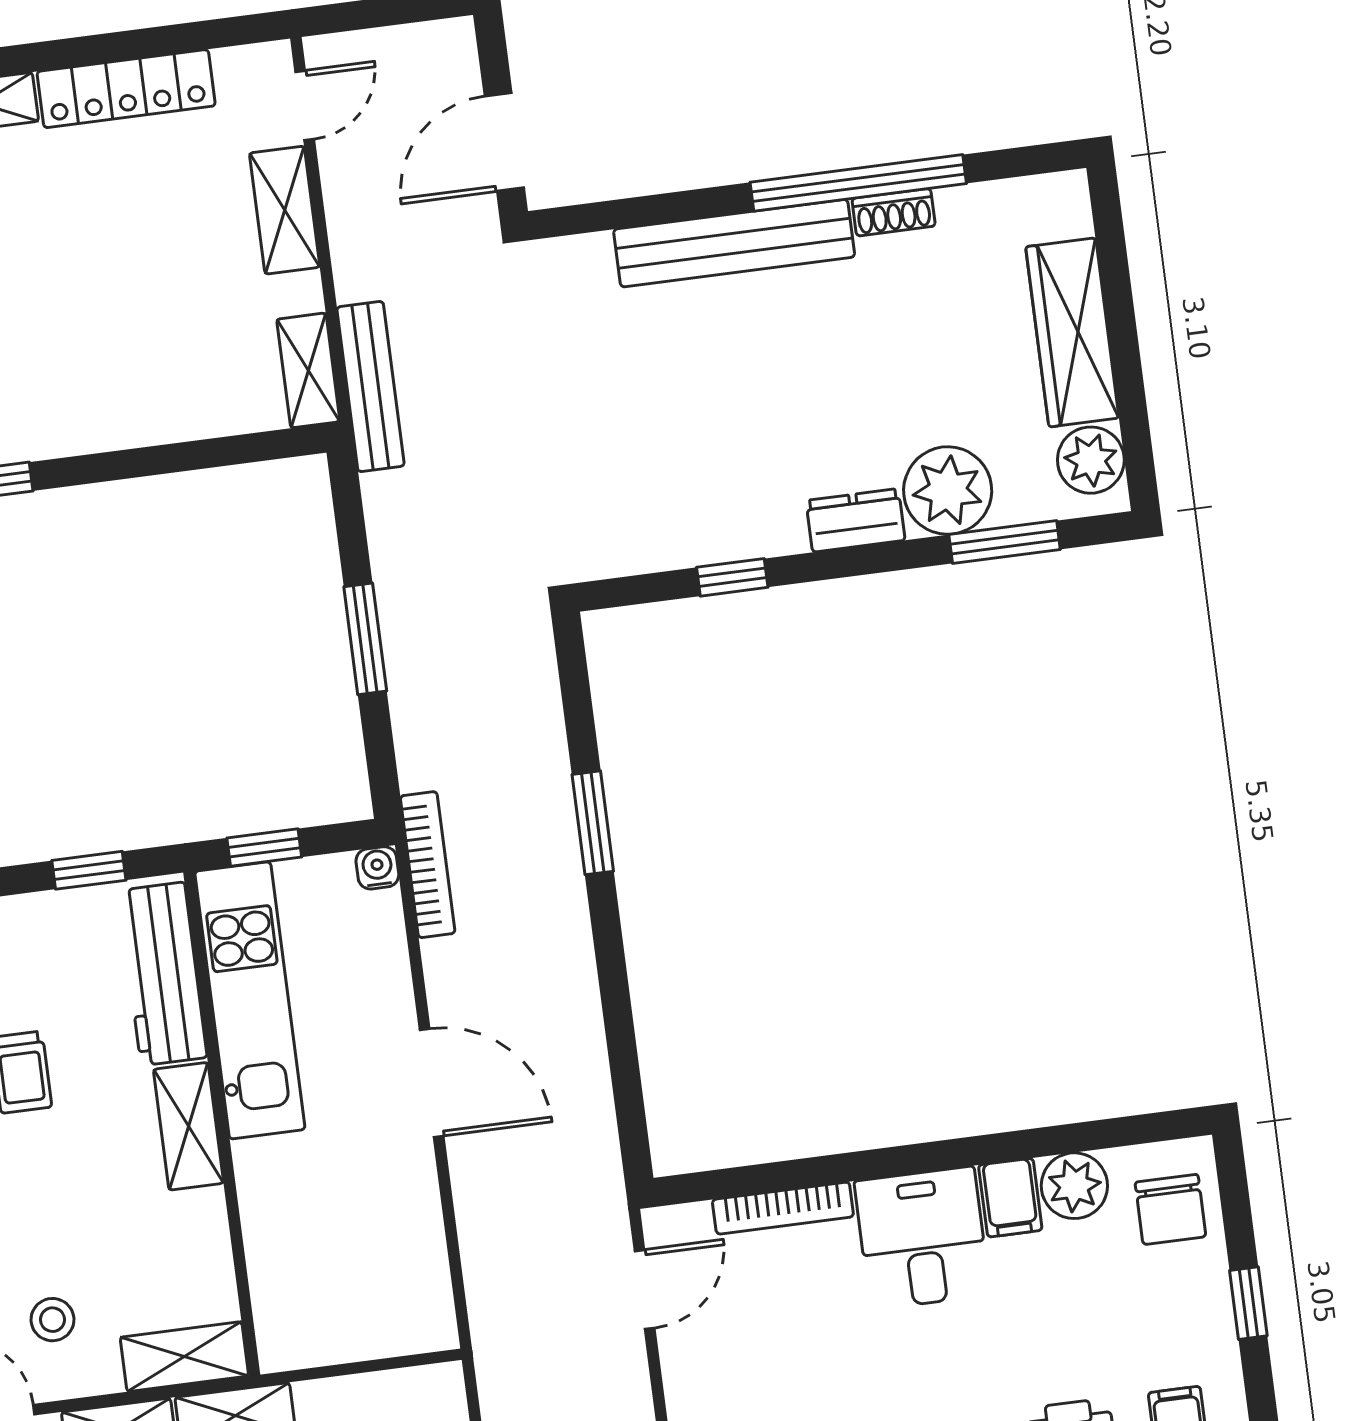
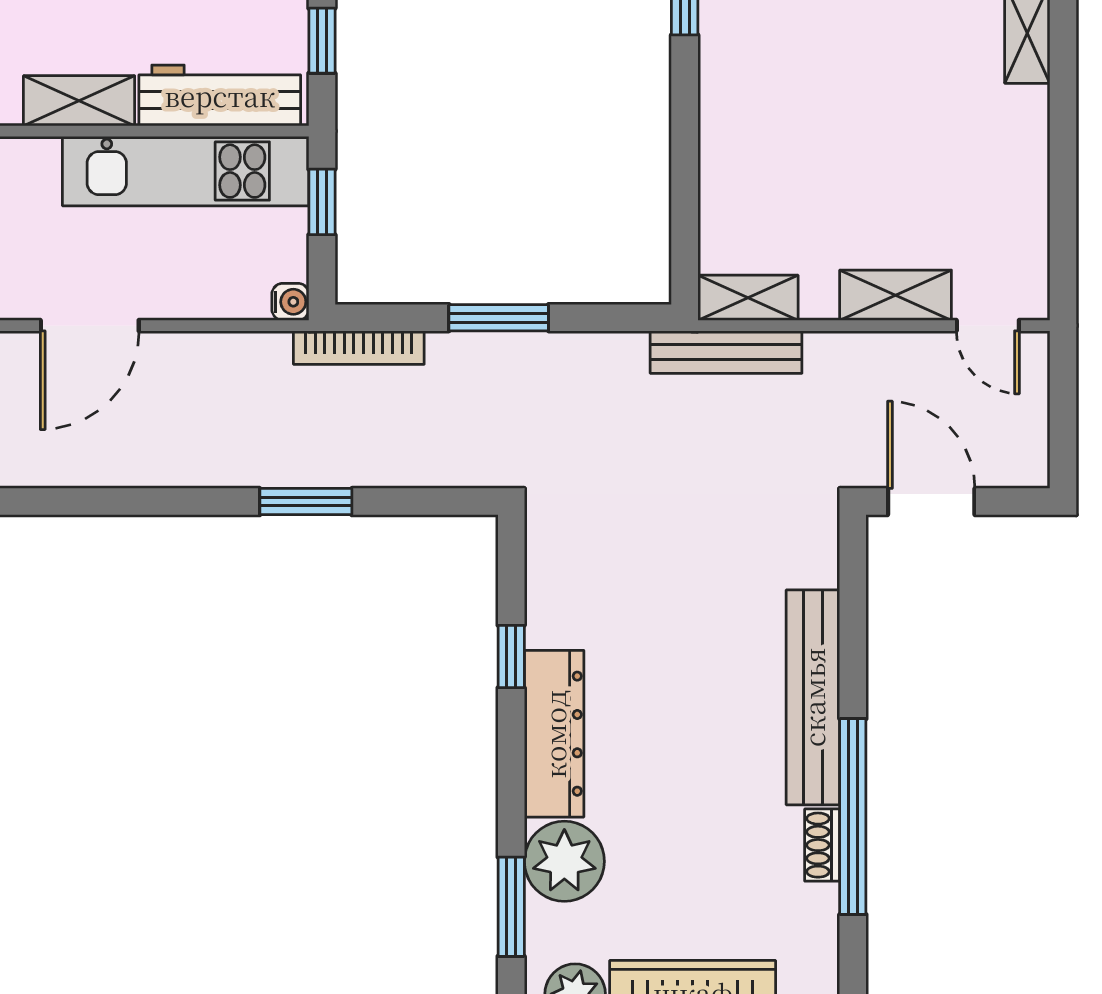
locker: (126, 89) -> (1024, 166), removed
dresser: (856, 520) -> (554, 734), width x1.96, depth x1.24
bookcase: (428, 865) -> (359, 348), moved

